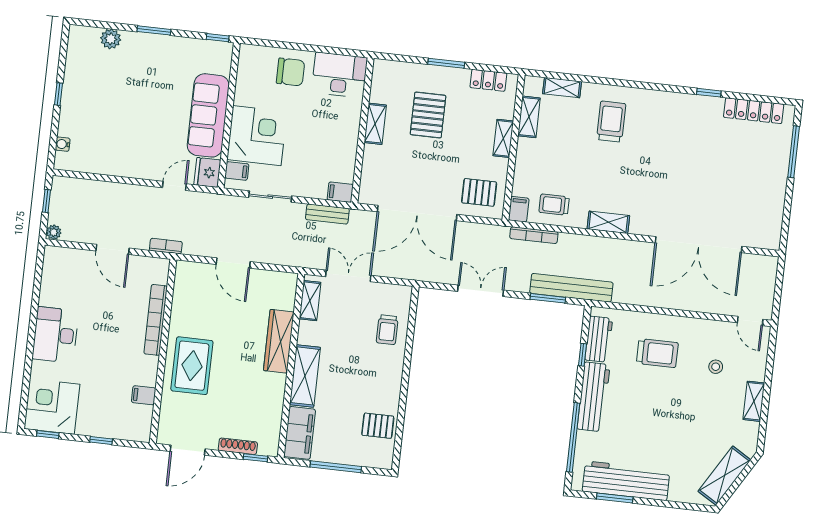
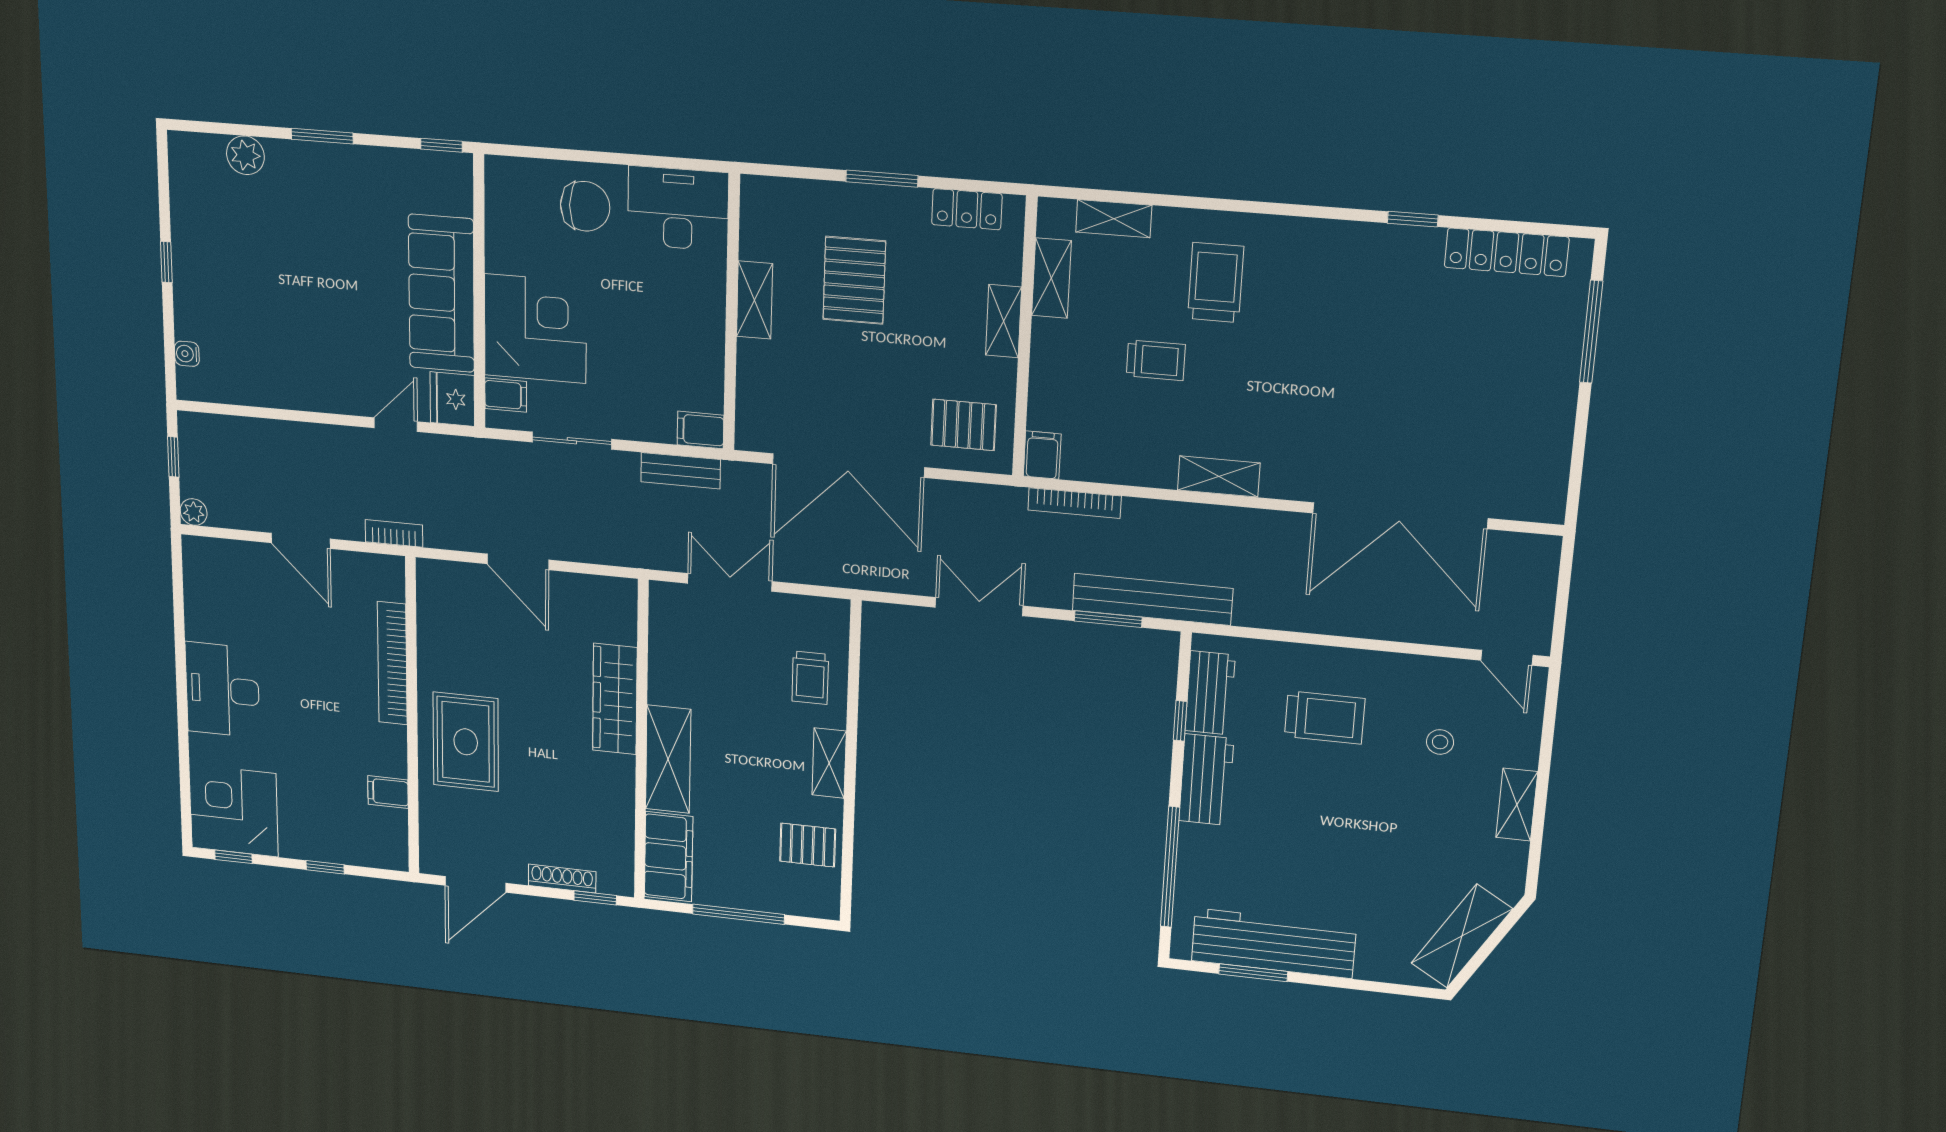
trolley: (554, 205) -> (1156, 360), moved, turned 180
shelving: (310, 301) -> (829, 763), moved
workbench: (594, 397) -> (1206, 780), width x0.73

